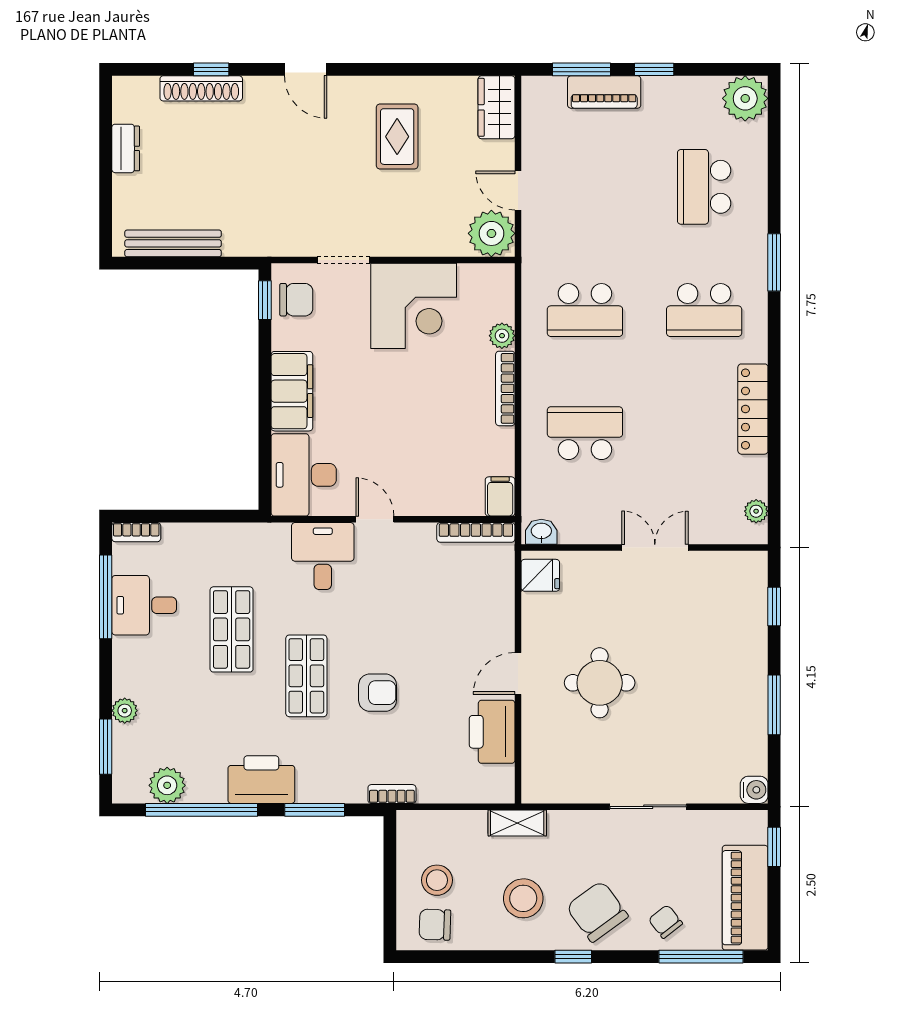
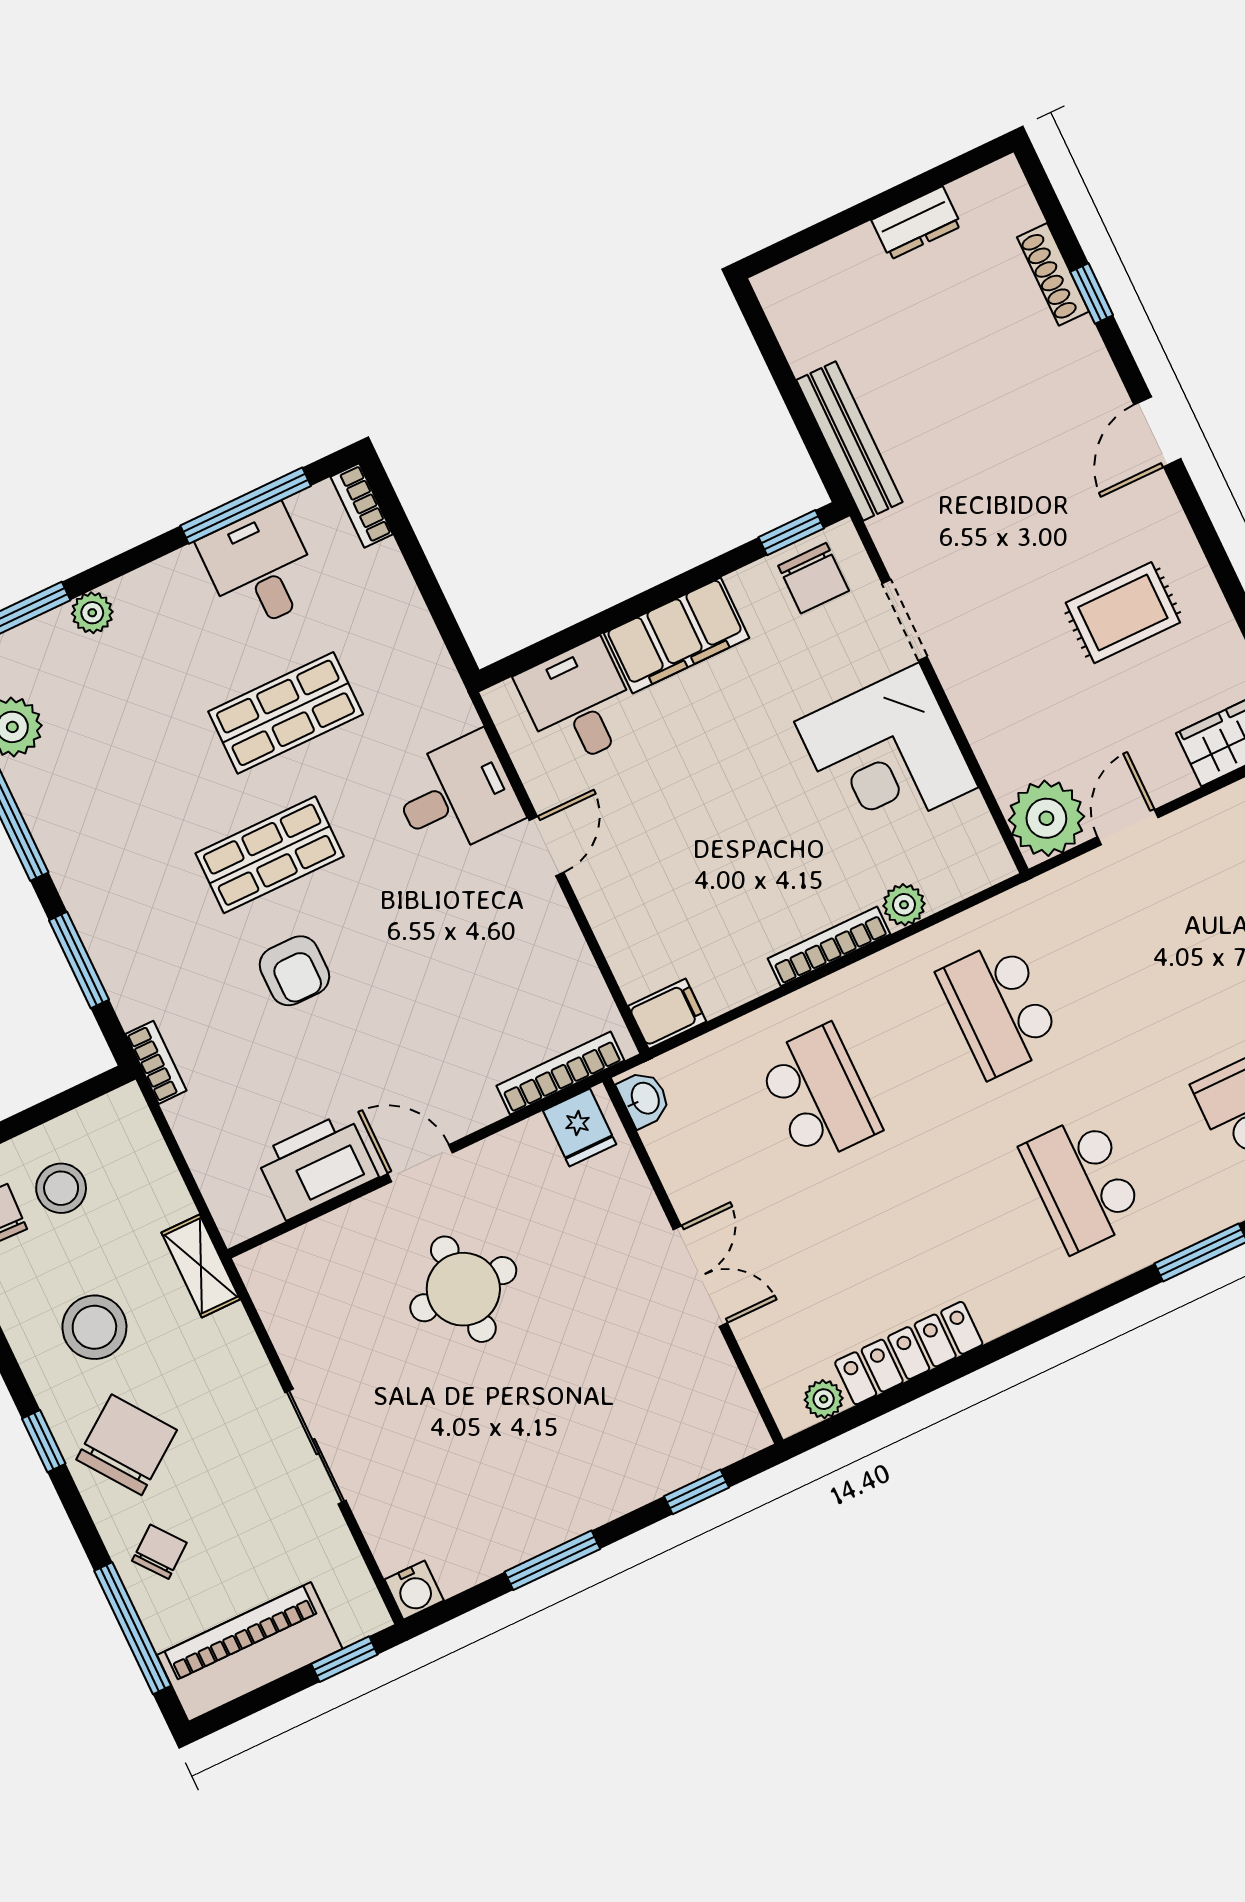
shoe rack: (201, 88) -> (1053, 274), width x0.74, depth x0.81
bench: (173, 243) -> (849, 441), moved
locker: (753, 409) -> (909, 1353), moved
desk: (304, 475) -> (579, 703), width x0.73
bookcase: (476, 532) -> (560, 1073), moved, turned 90
printer: (261, 780) -> (86, 861), removed

